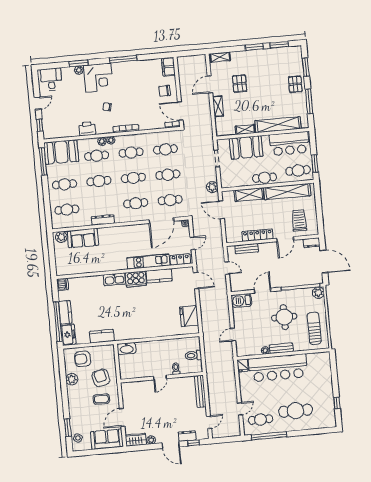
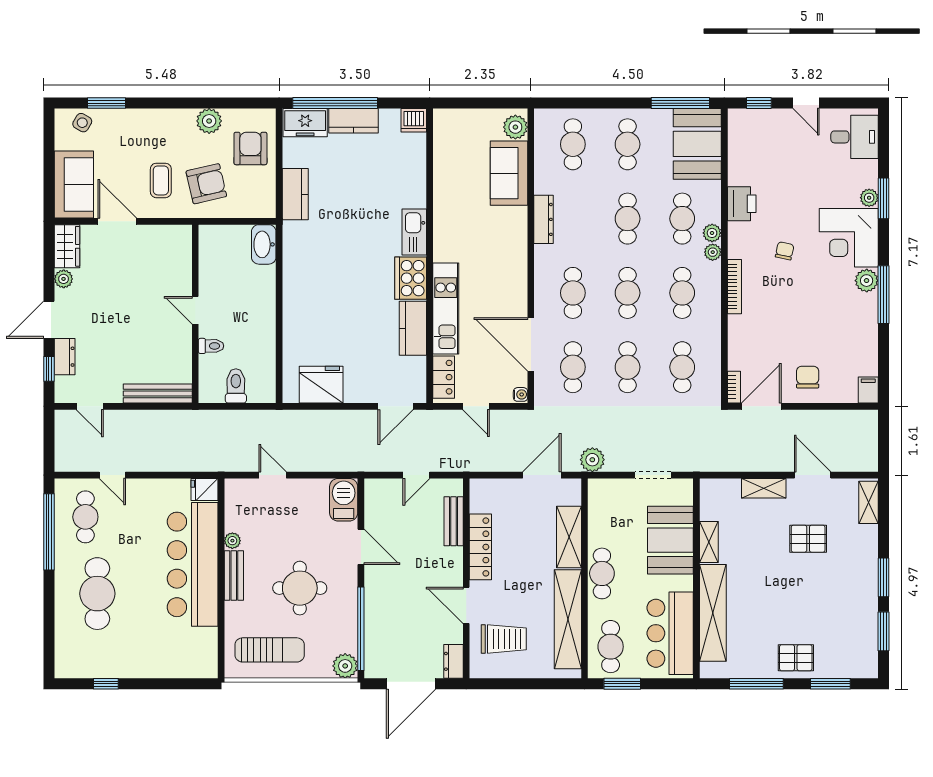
filing cabinet: (168, 67) -> (868, 390), width x0.50
plant: (117, 68) -> (867, 281), added

